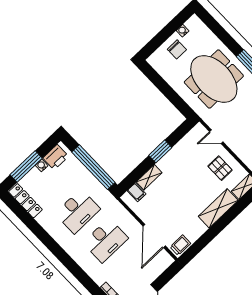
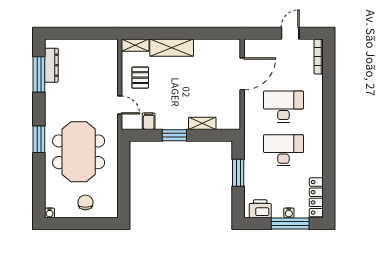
water cooler: (183, 31) -> (50, 213), moved
water cooler: (42, 165) -> (289, 213), moved
window: (93, 167) -> (238, 173), width x0.47
filing cabinet: (136, 192) -> (149, 121), moved
trolley: (180, 245) -> (229, 47), removed

